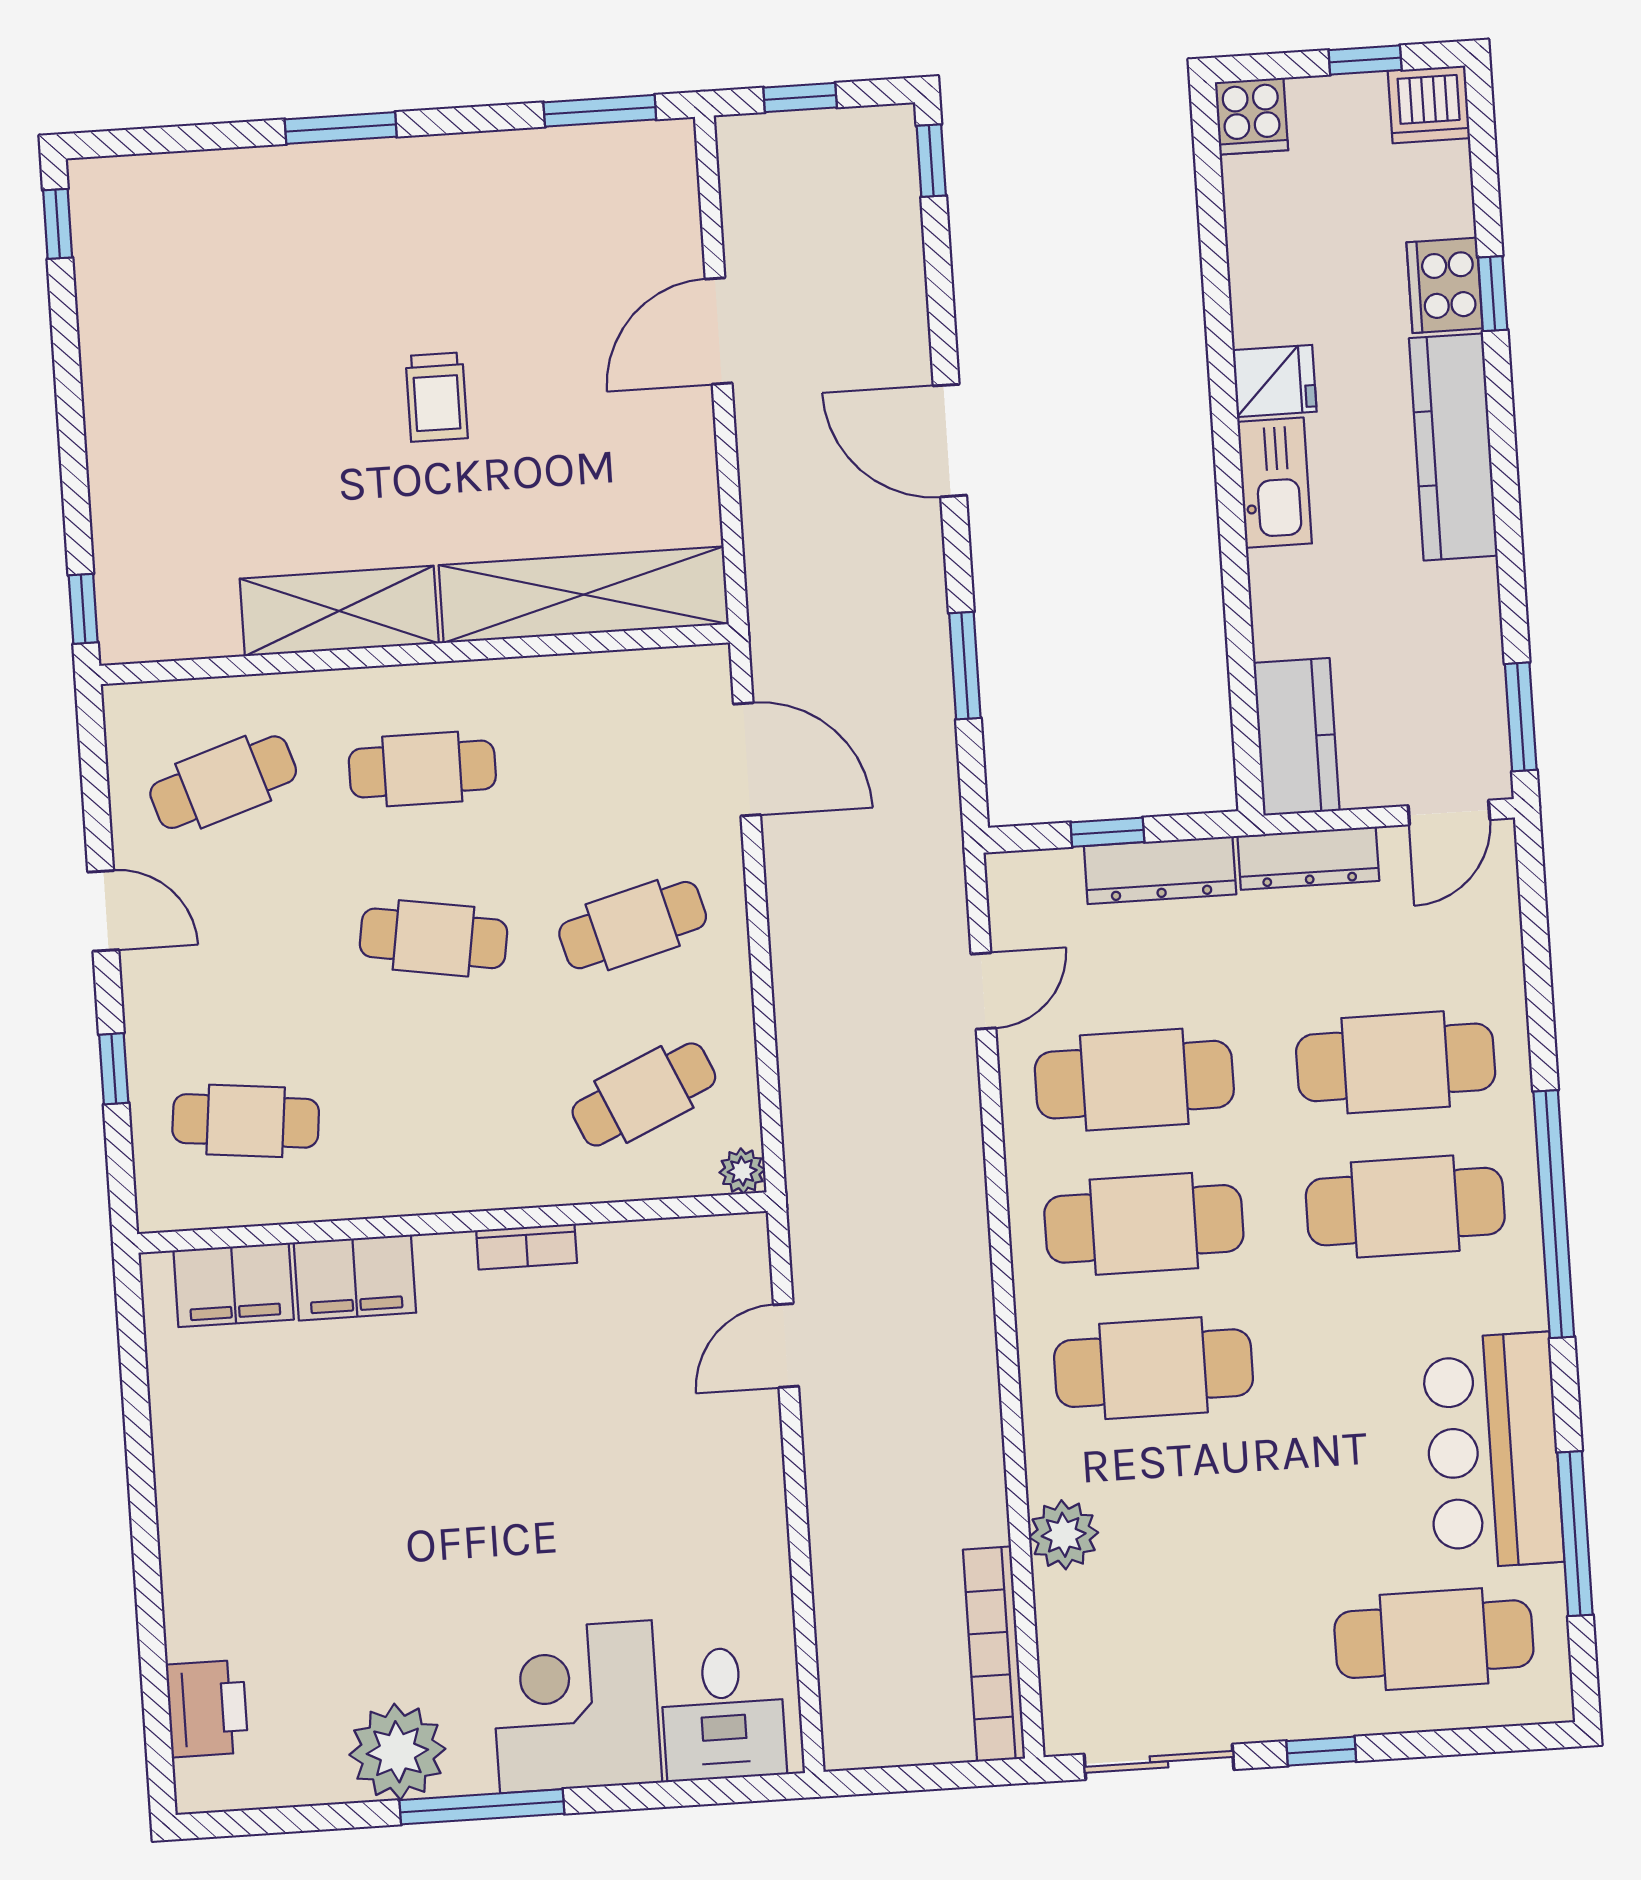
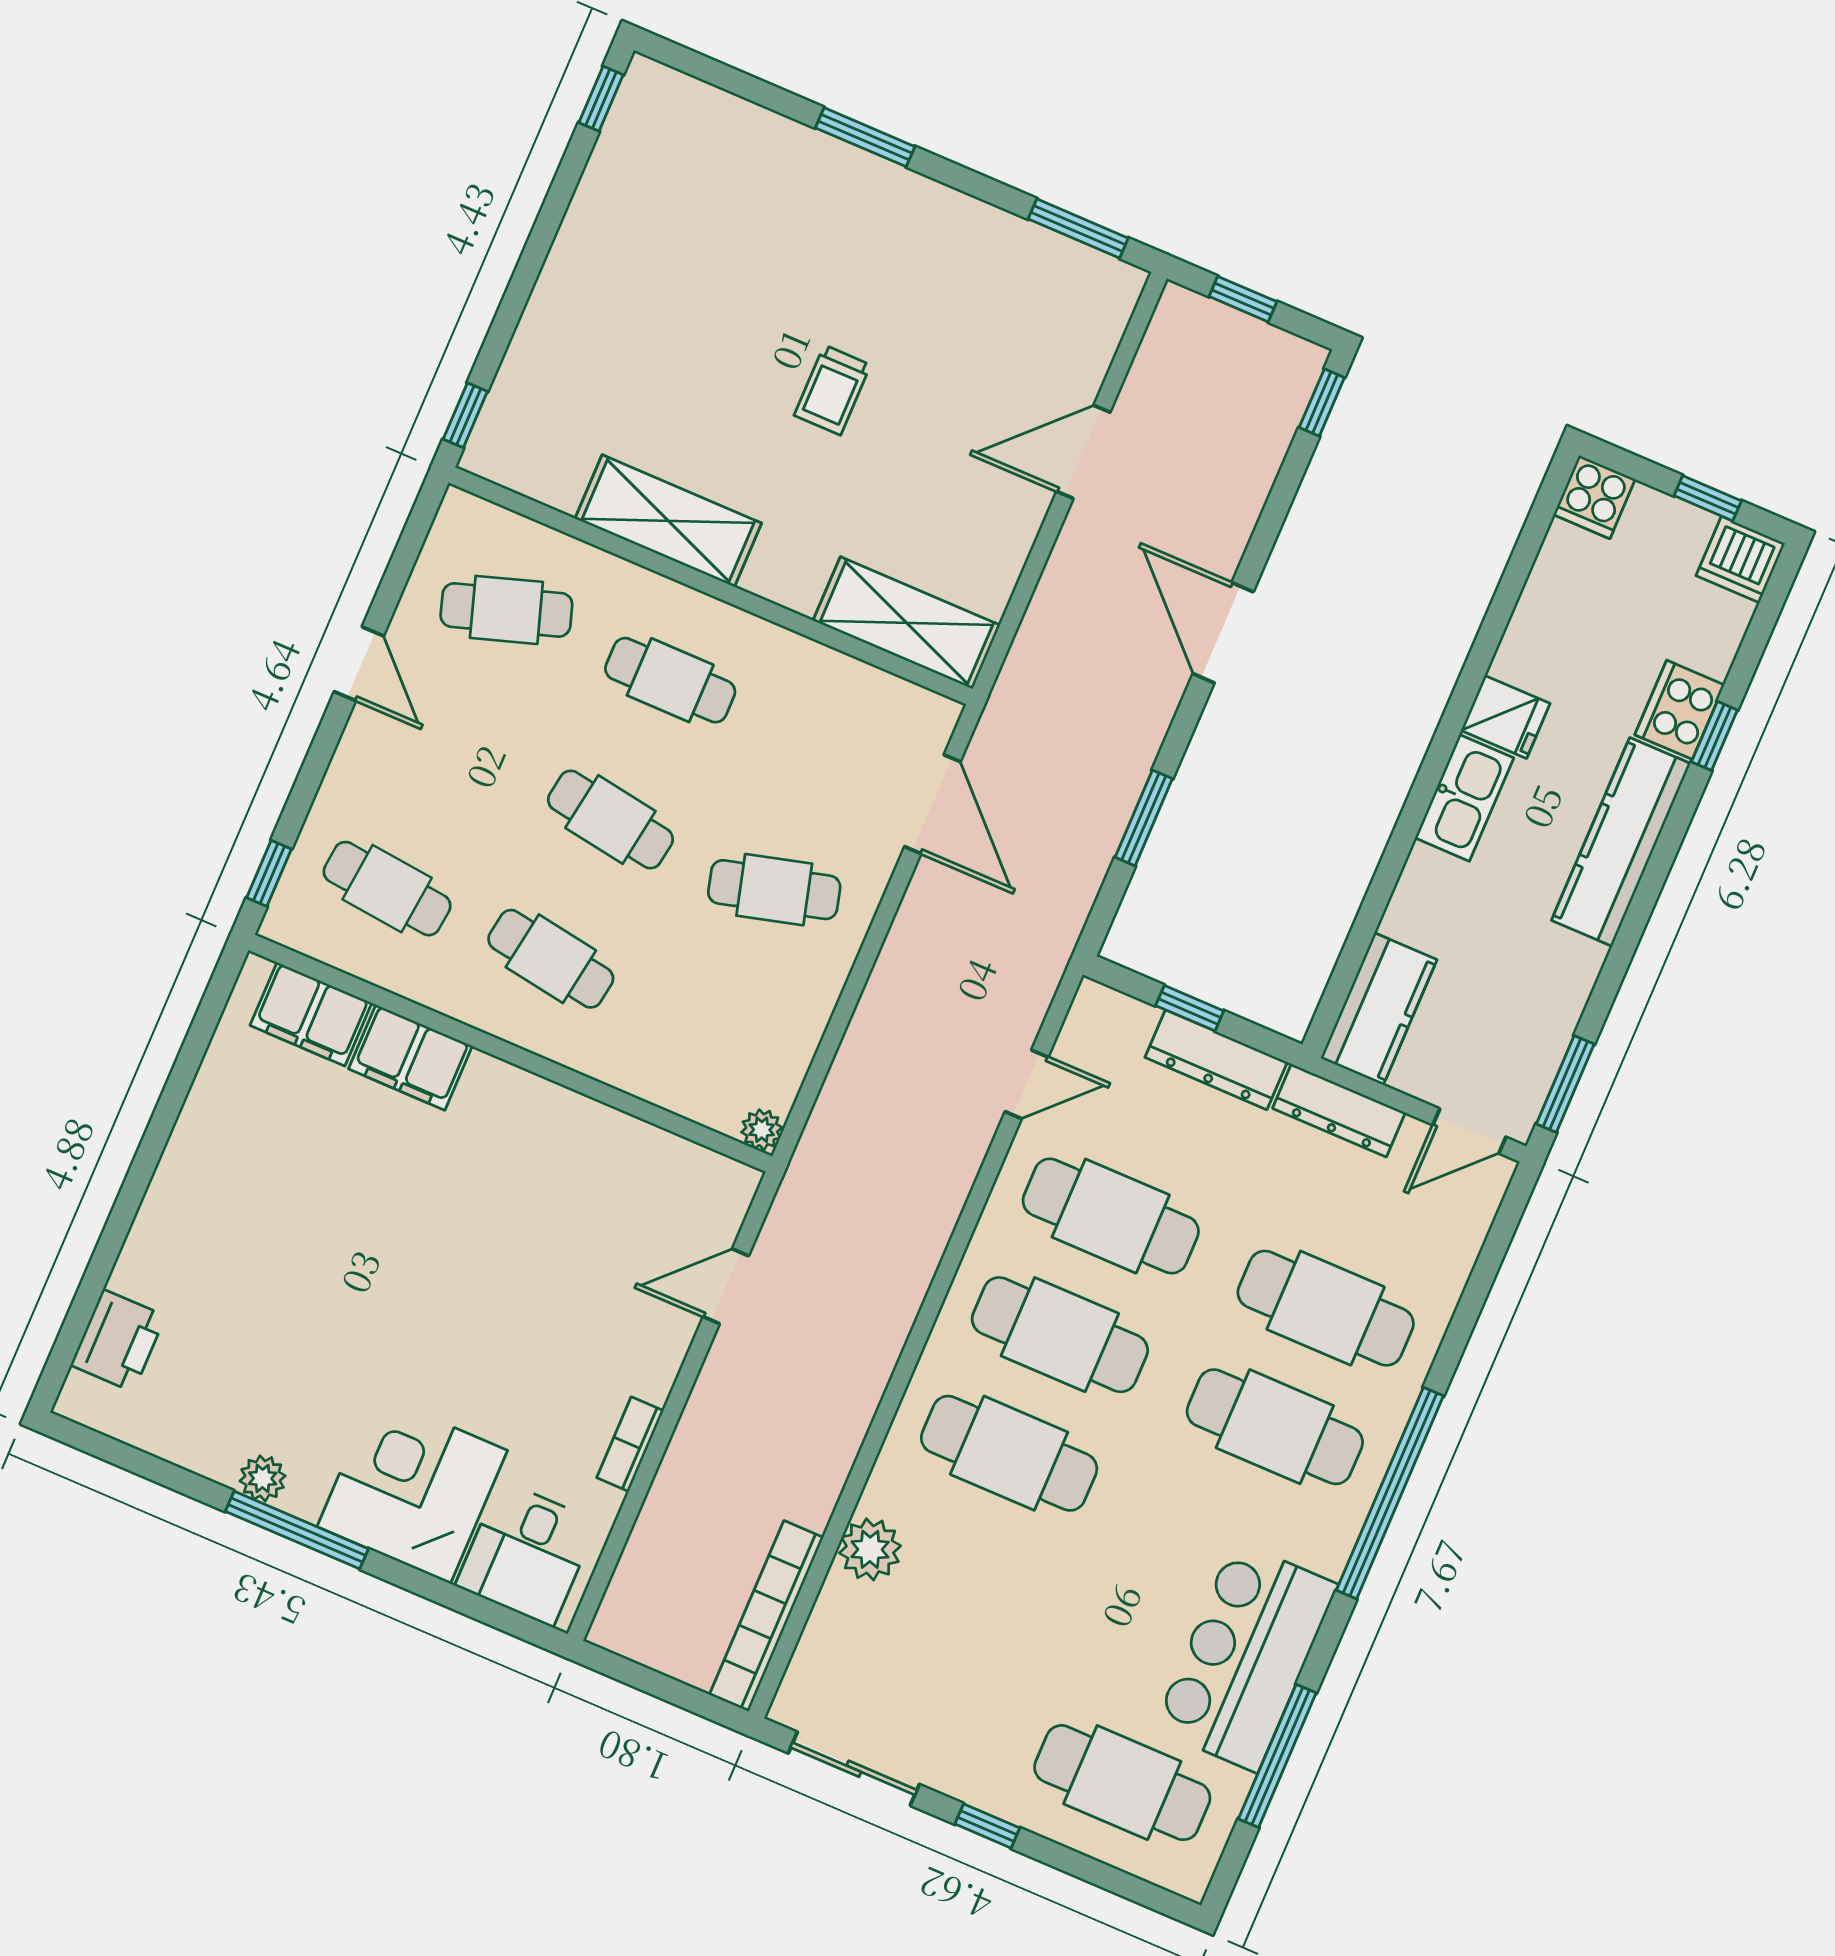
shelving: (584, 595) -> (907, 623), width x0.68
window: (114, 1069) -> (269, 873), moved
cafe table: (644, 1094) -> (551, 959), moved, turned 33
bookcase: (527, 1247) -> (630, 1444), moved, turned 90
plant: (397, 1752) -> (263, 1478), width x0.53, depth x0.53

